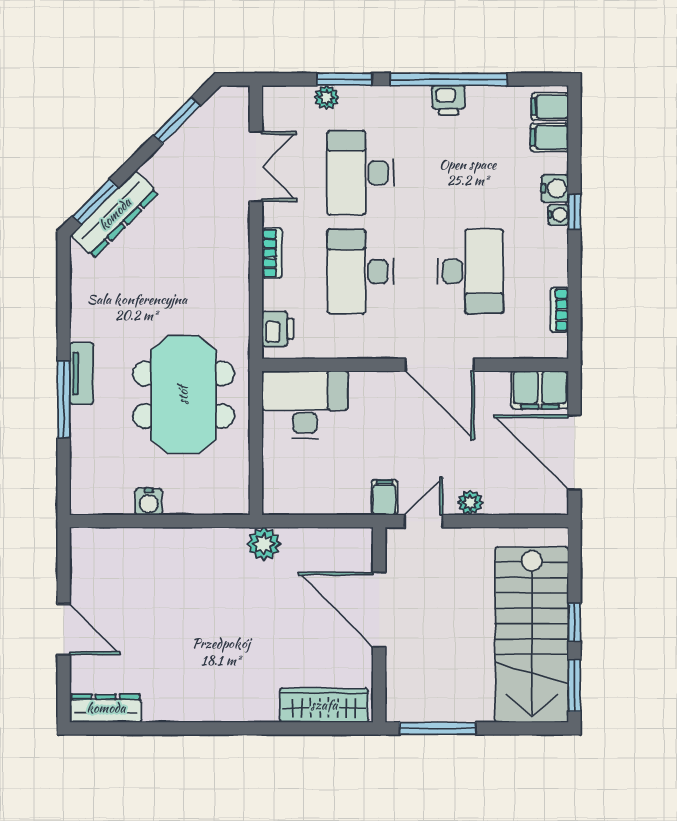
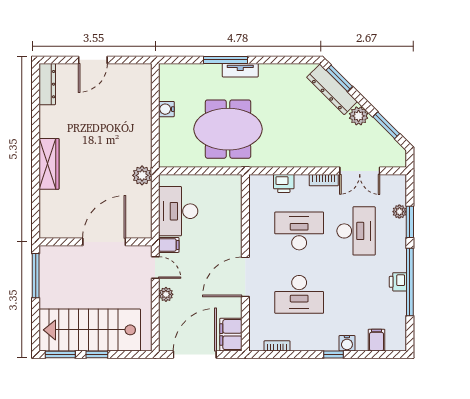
filing cabinet: (550, 107) -> (394, 340), removed
plant: (161, 168) -> (359, 116), added
desk: (360, 173) -> (356, 231), turned 90
water cooler: (558, 215) -> (332, 345), removed
bookcase: (272, 253) -> (324, 180), moved
printer: (278, 329) -> (284, 183), moved
desk: (305, 405) -> (178, 211), moved, turned 180
wardrobe: (324, 705) -> (49, 164), moved

